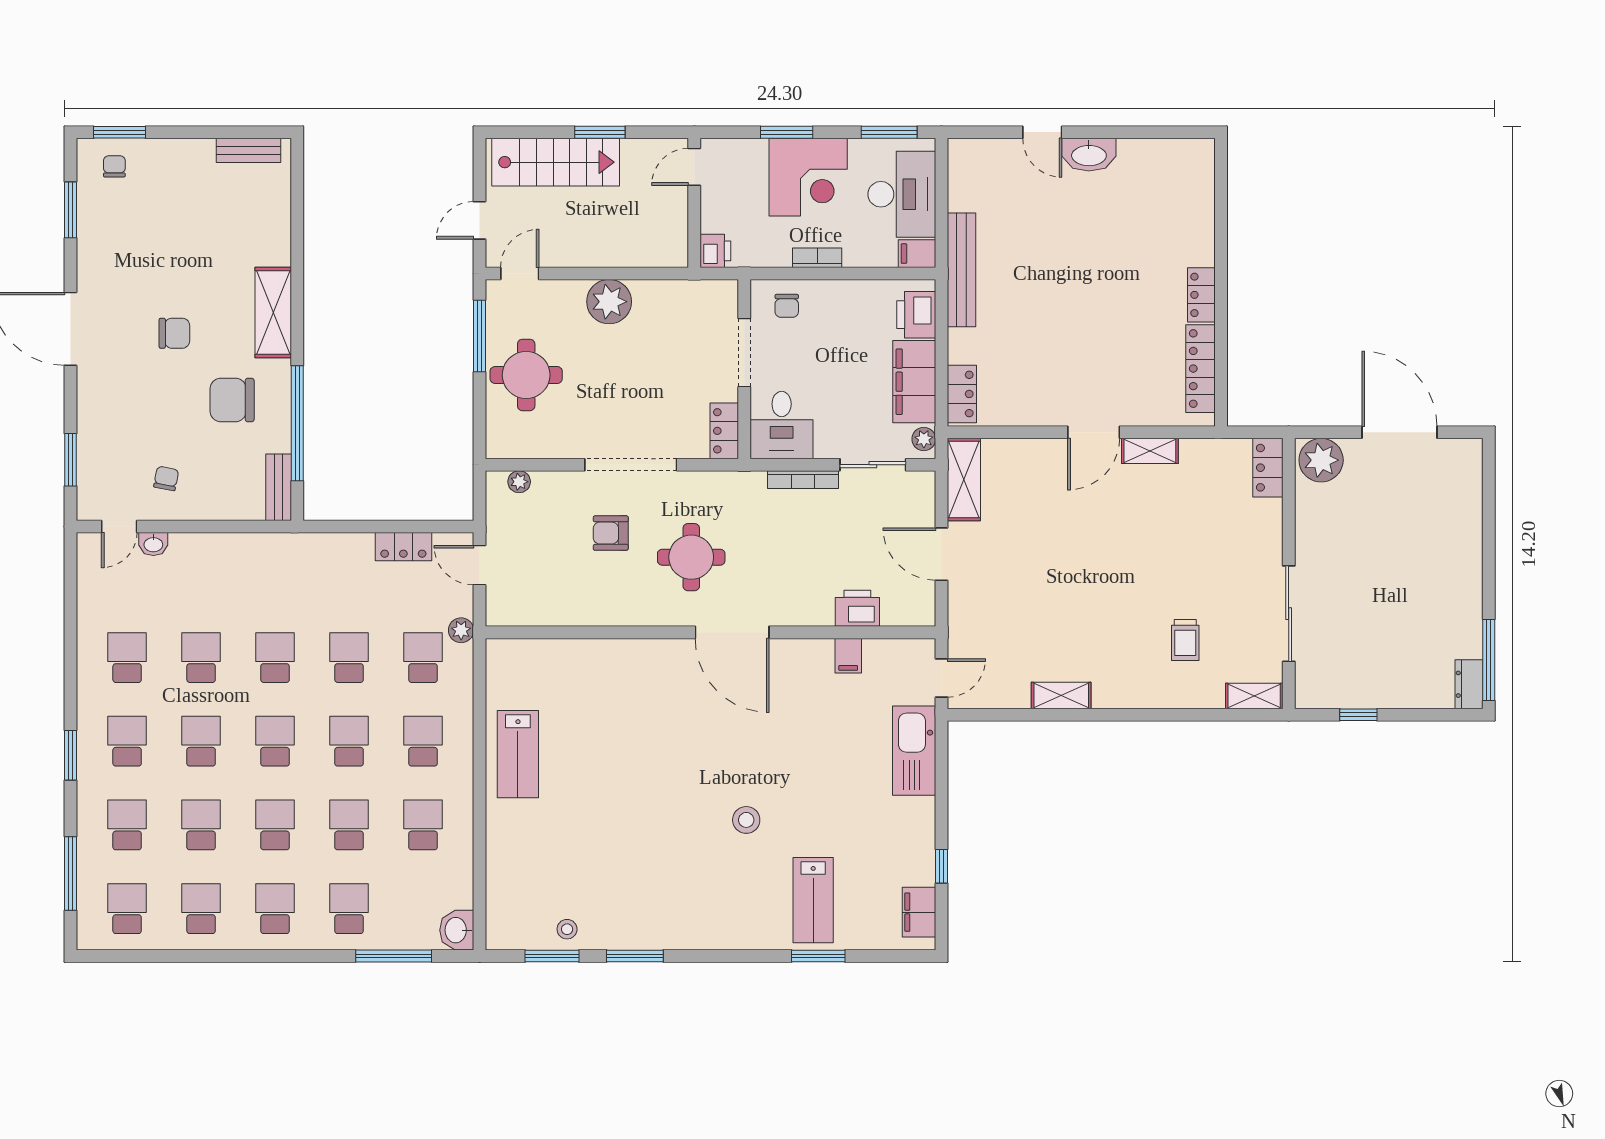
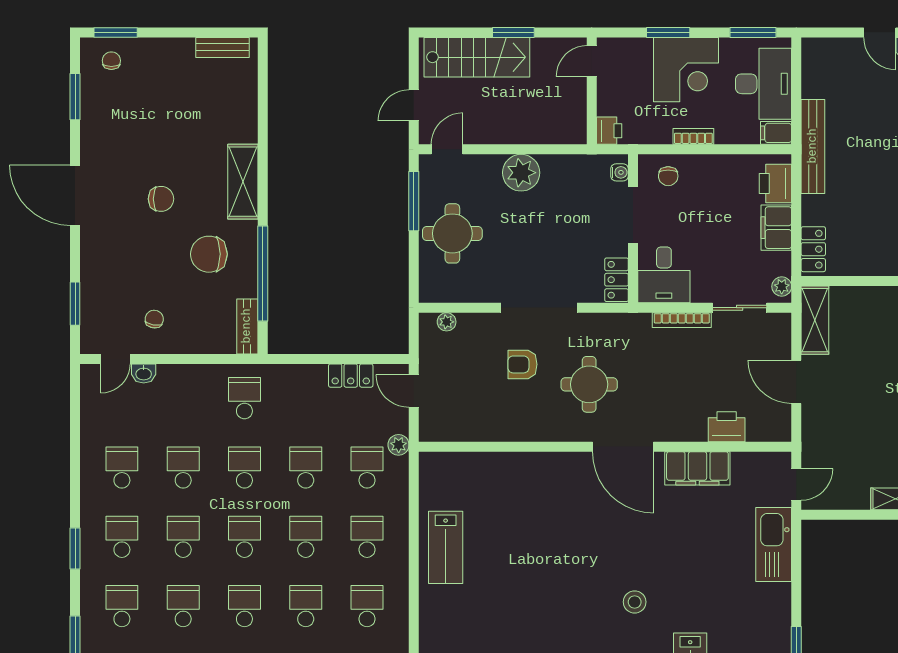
water cooler: (728, 301) -> (620, 172), added
filing cabinet: (914, 382) -> (776, 228), width x0.67, depth x0.86
school desk: (275, 574) -> (244, 398), added
filing cabinet: (848, 656) -> (697, 468), width x3.00, depth x1.17

